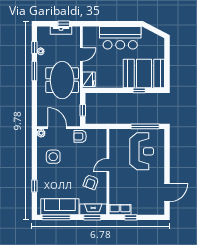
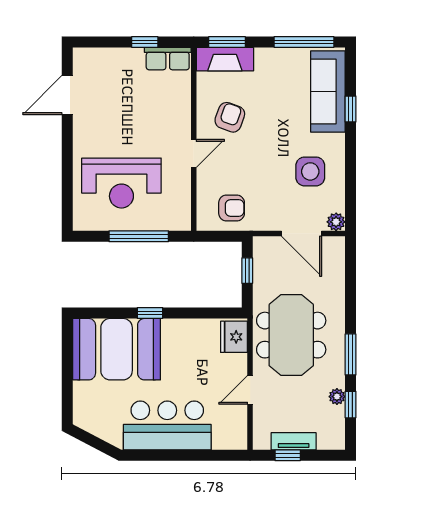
window: (139, 90) -> (150, 313), moved
window: (145, 126) -> (139, 236), moved
armchair: (80, 136) -> (232, 208), moved
reception desk: (142, 151) -> (121, 183), turned -90
sofa: (60, 207) -> (328, 91), moved, turned 90

